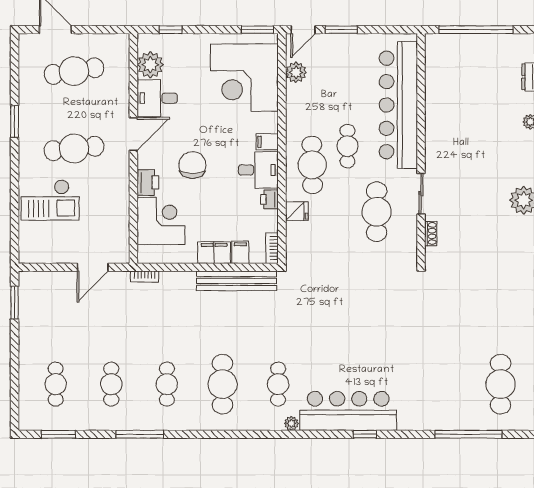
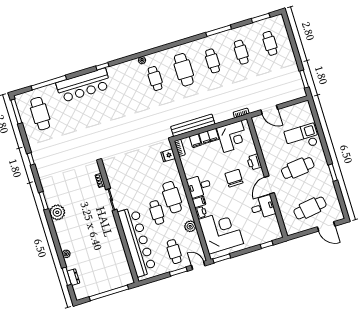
door: (303, 30) -> (198, 266), hinge flipped
plant: (150, 65) -> (272, 223), removed
plant: (296, 72) -> (190, 226), moved
chair: (192, 165) -> (234, 178), turned 180
printer: (269, 199) -> (201, 212), moved
fridge: (297, 211) -> (168, 155), moved
cafe table: (377, 212) -> (174, 252), moved, width x0.73, depth x0.74
corner desk: (161, 221) -> (233, 136), moved, turned -90
door: (93, 267) -> (269, 110), swing flipped
bar counter: (348, 411) -> (83, 85), moved

